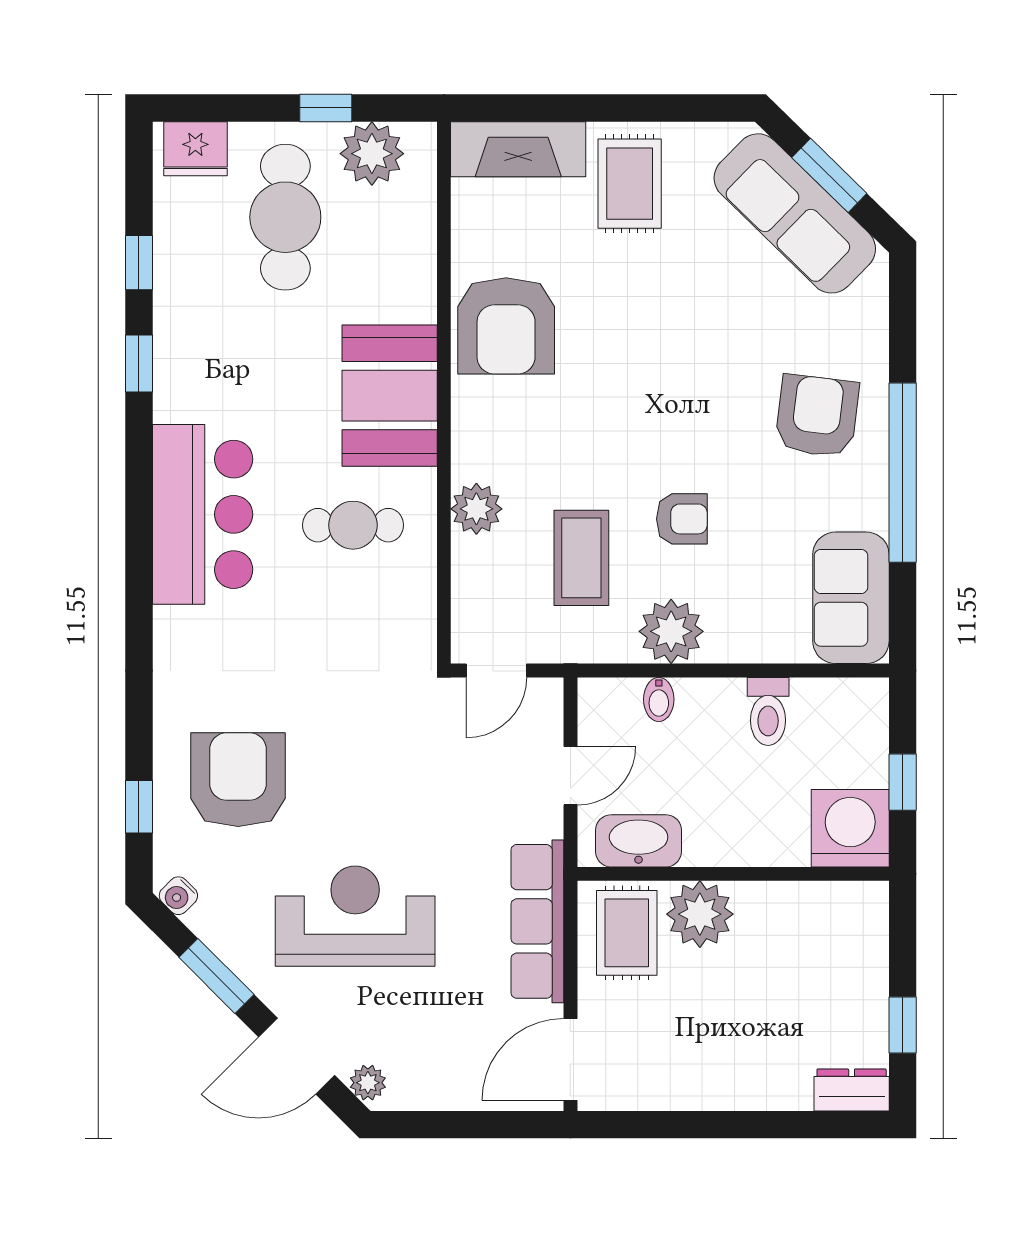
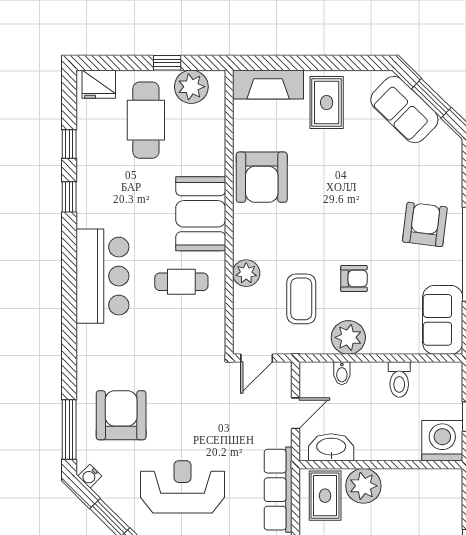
sofa: (795, 213) -> (404, 110), width x0.73
window: (139, 807) -> (69, 430), width x2.17

